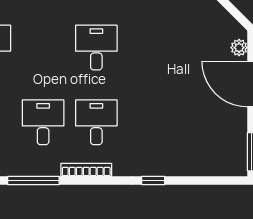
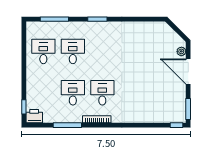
desk: (96, 48) -> (73, 51), moved
window: (153, 181) -> (176, 125), moved

